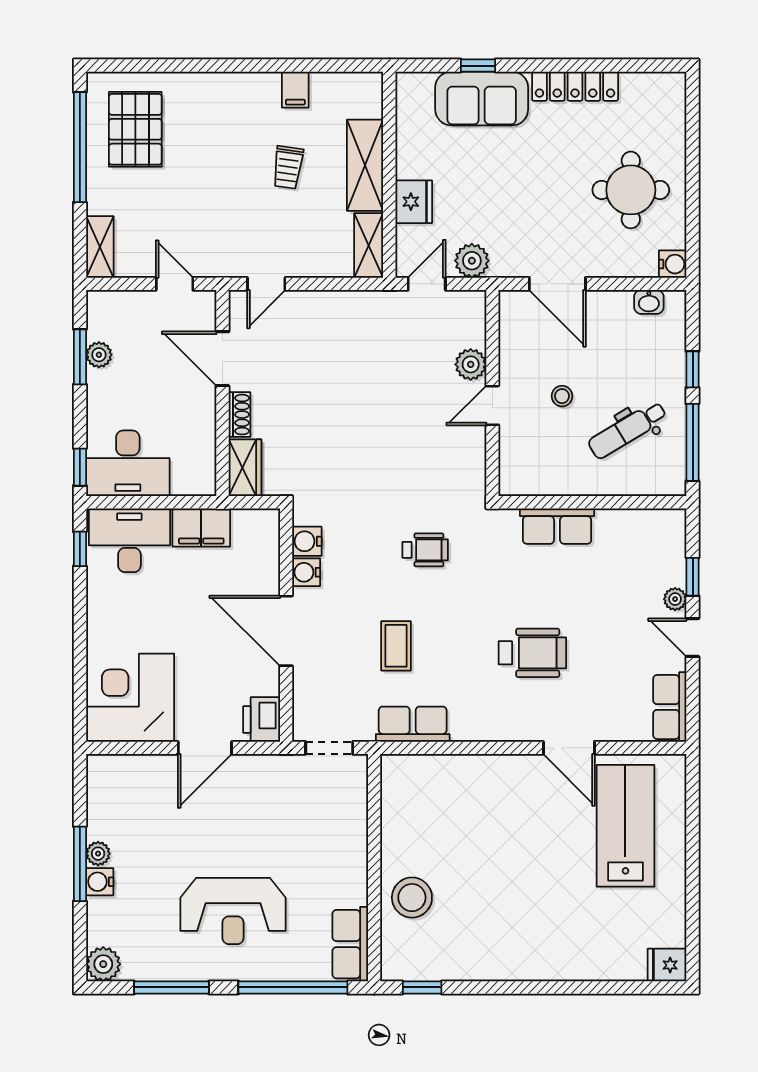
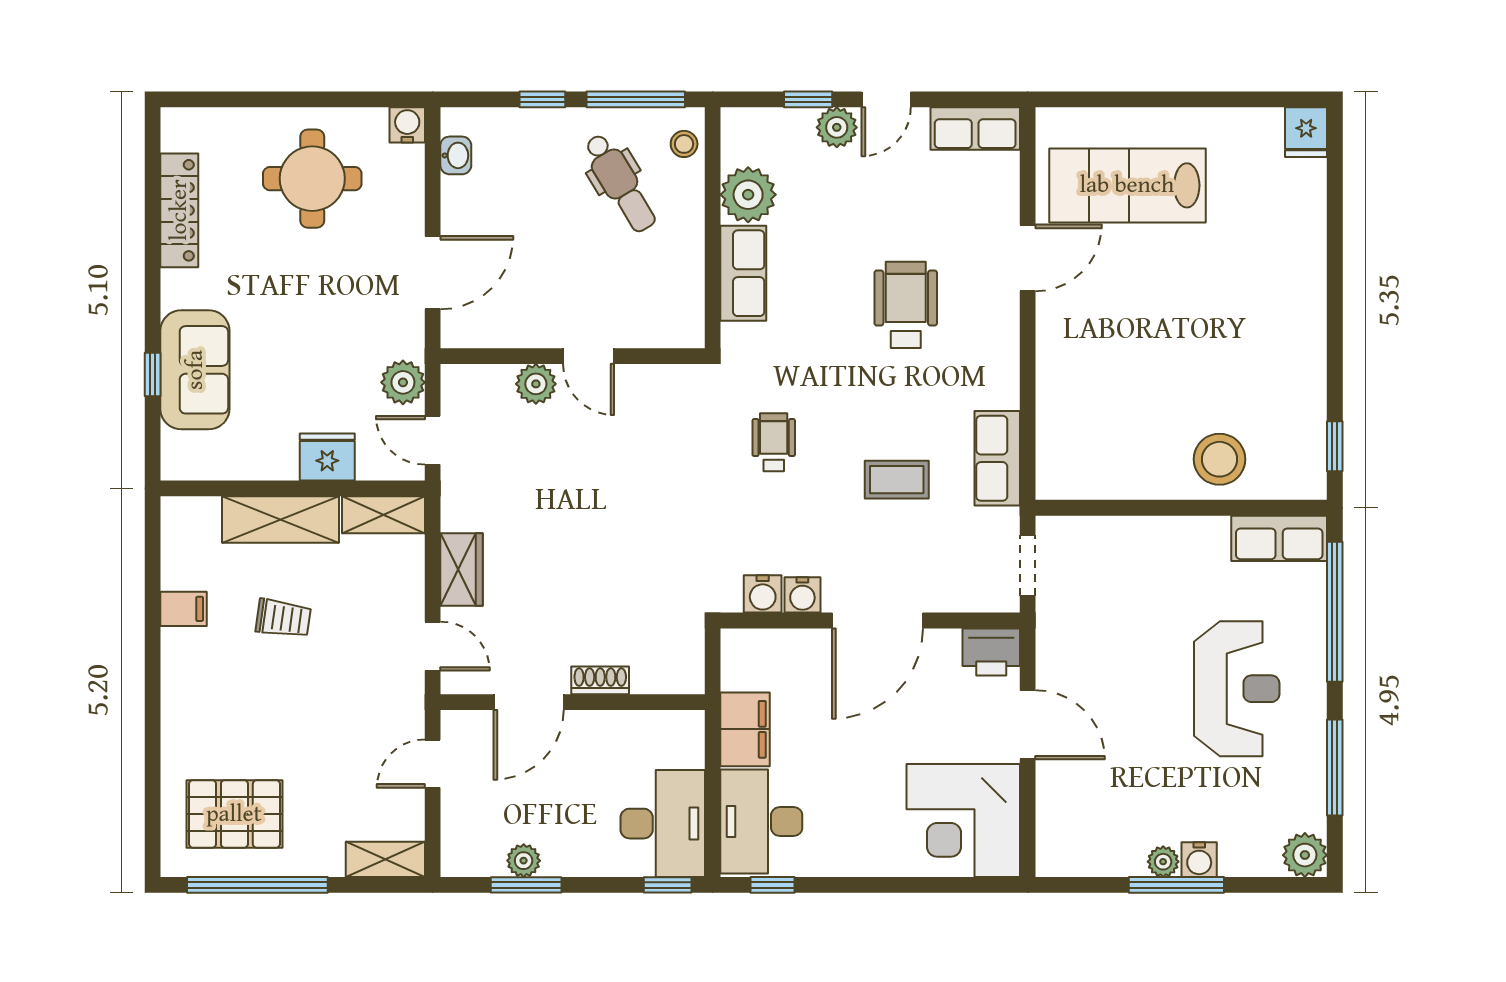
locker: (575, 86) -> (179, 210), moved
stool: (562, 396) -> (684, 144), moved
wardrobe: (245, 468) -> (462, 569), moved, turned 90
plant: (618, 530) -> (748, 195), added
plant: (675, 599) -> (837, 127), width x1.38, depth x1.38

